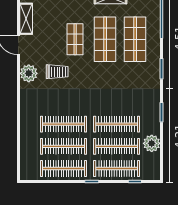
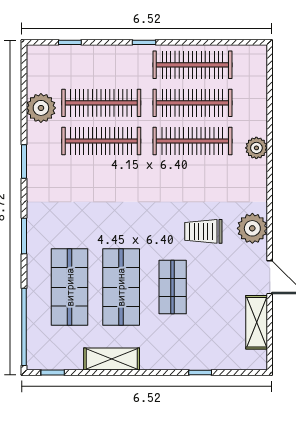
plant: (26, 120) -> (256, 148), added
clothes rail: (117, 168) -> (101, 65), removed

